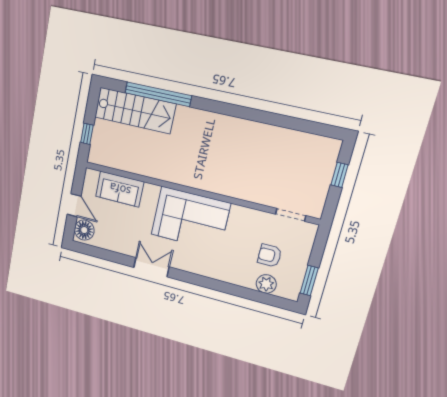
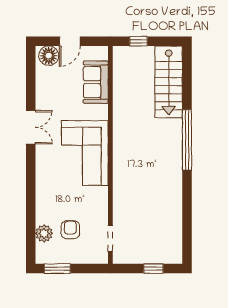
window: (158, 94) -> (187, 140), moved

